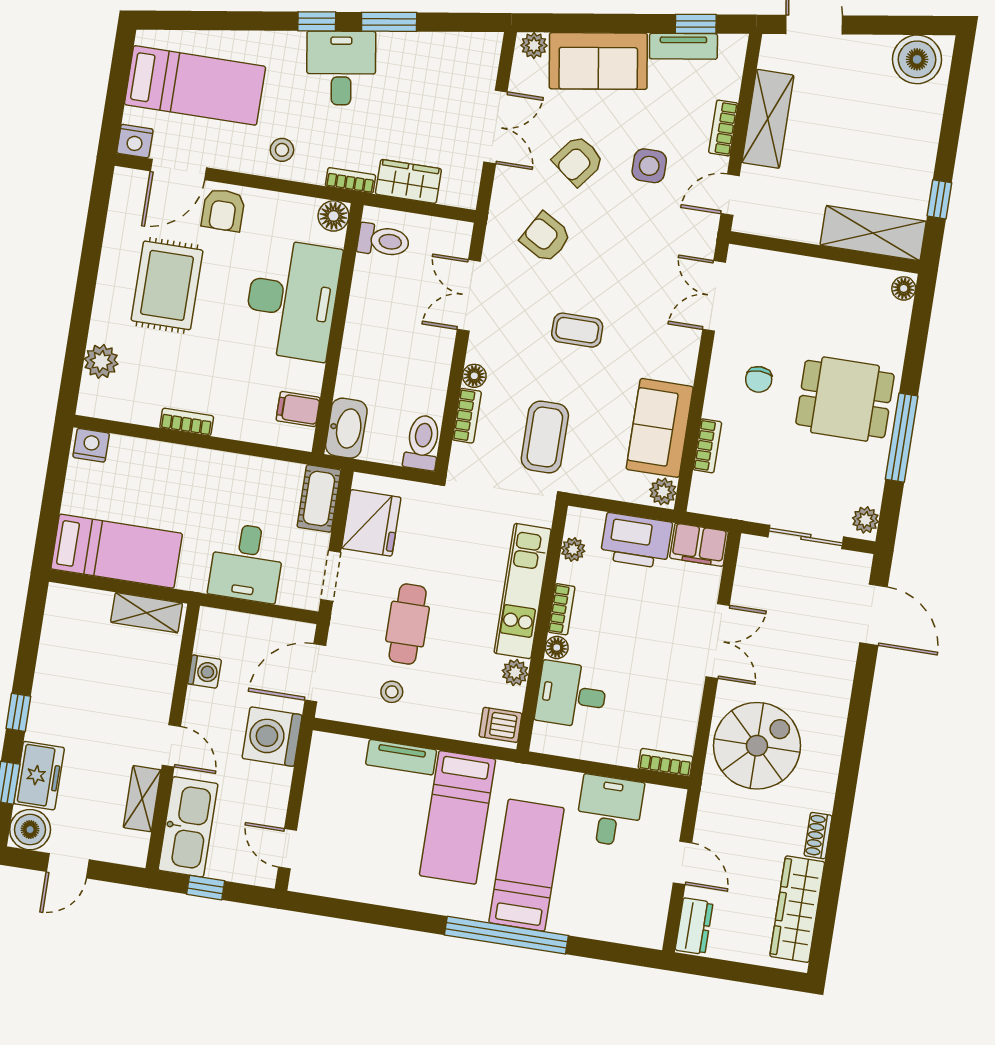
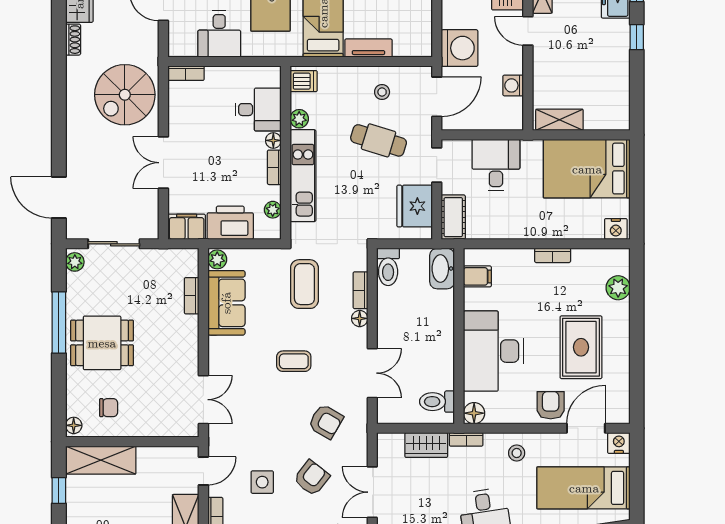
chair: (759, 379) -> (109, 408), moved, turned 90
bed: (117, 551) -> (587, 169), width x1.50
cafe table: (408, 624) -> (379, 140), turned -73

